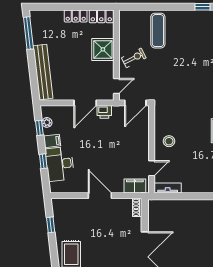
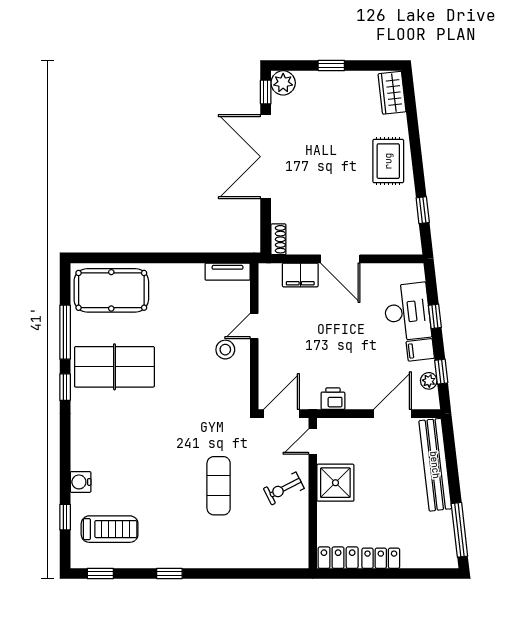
exercise mat: (158, 31) -> (219, 486), moved
shower: (103, 49) -> (335, 483), moved
door: (85, 103) -> (393, 414), moved
door: (152, 168) -> (254, 326), moved
filing cabinet: (135, 186) -> (300, 275), moved

